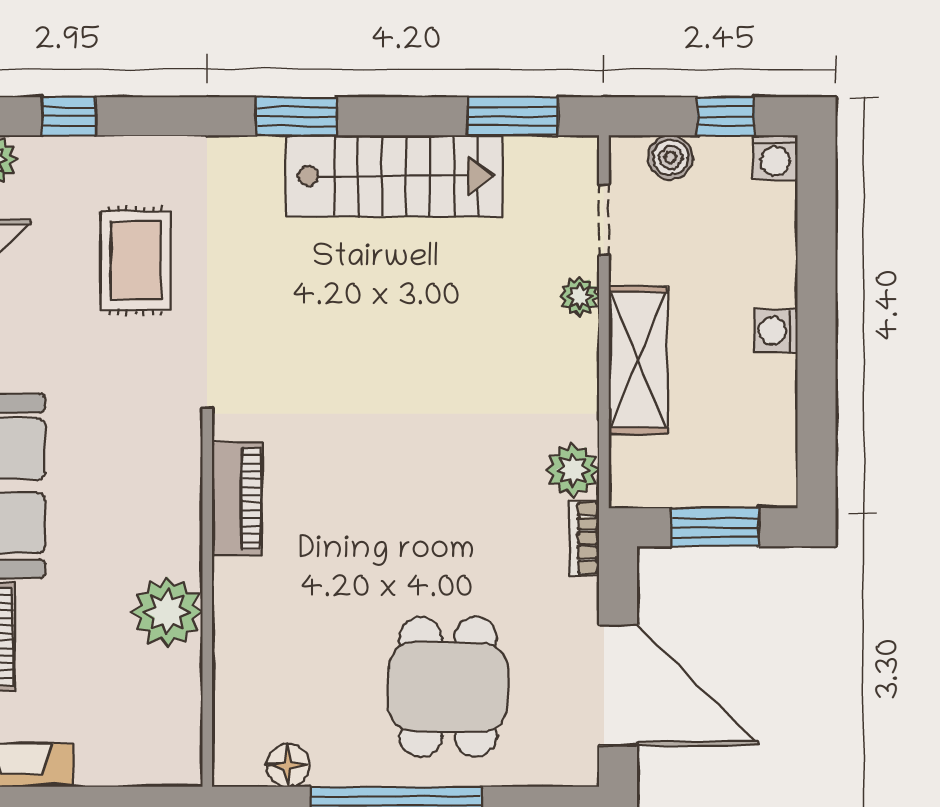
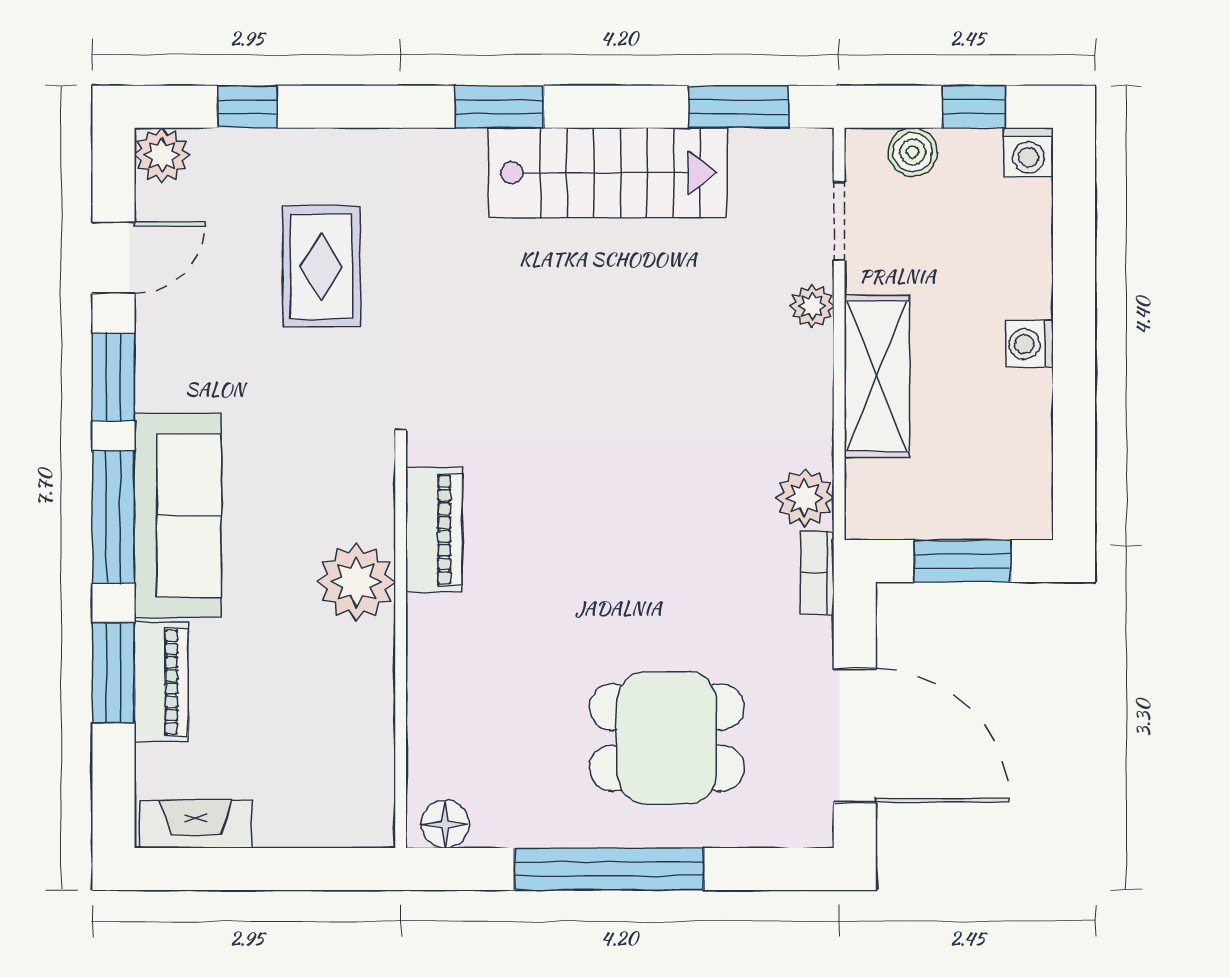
plant: (167, 612) -> (356, 582), moved
dining table: (448, 687) -> (667, 738), turned 90
floor lamp: (288, 765) -> (445, 824), moved

